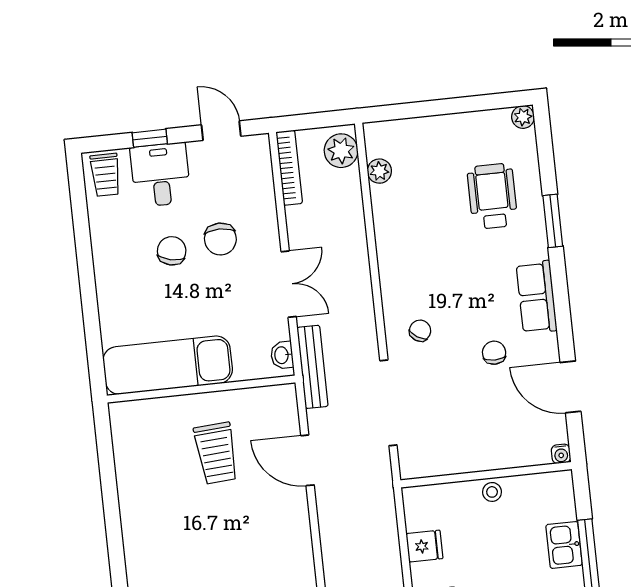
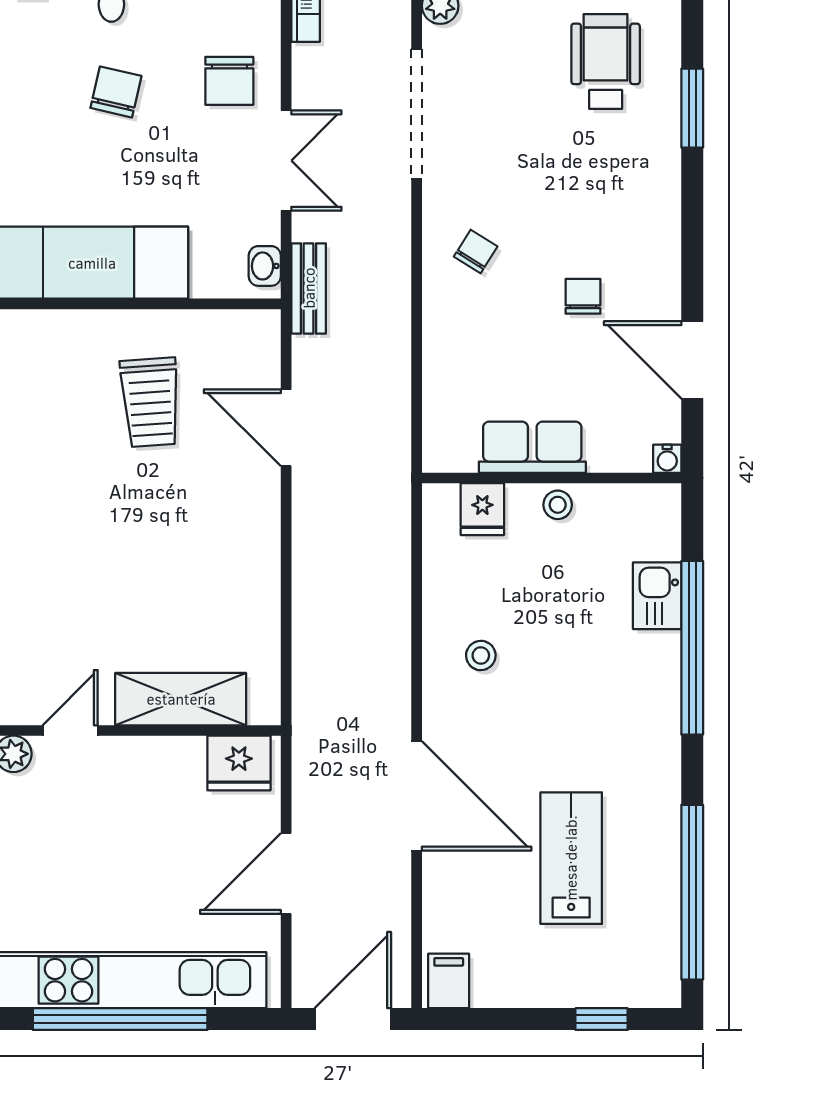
chair: (220, 239) -> (229, 81), moved
row of seats: (537, 297) -> (532, 447), moved, turned 90
bench: (312, 367) -> (309, 288), width x0.73
doorway: (388, 403) -> (417, 114), moved
fridge: (425, 546) -> (482, 509), moved, turned 90

